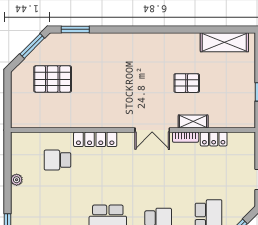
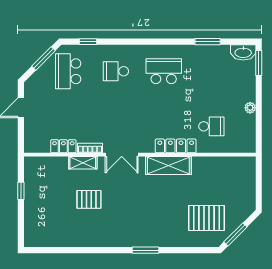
window: (75, 29) -> (145, 250), moved
shelving: (224, 42) -> (168, 166), moved
pallet: (53, 79) -> (206, 218), moved
double door: (152, 130) -> (122, 155), swing flipped

